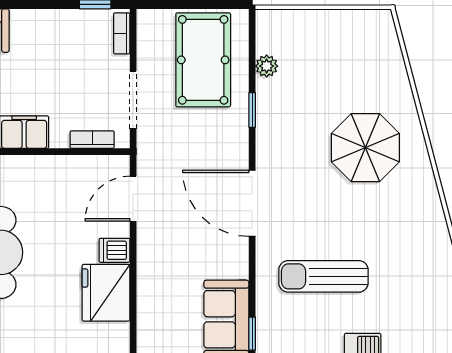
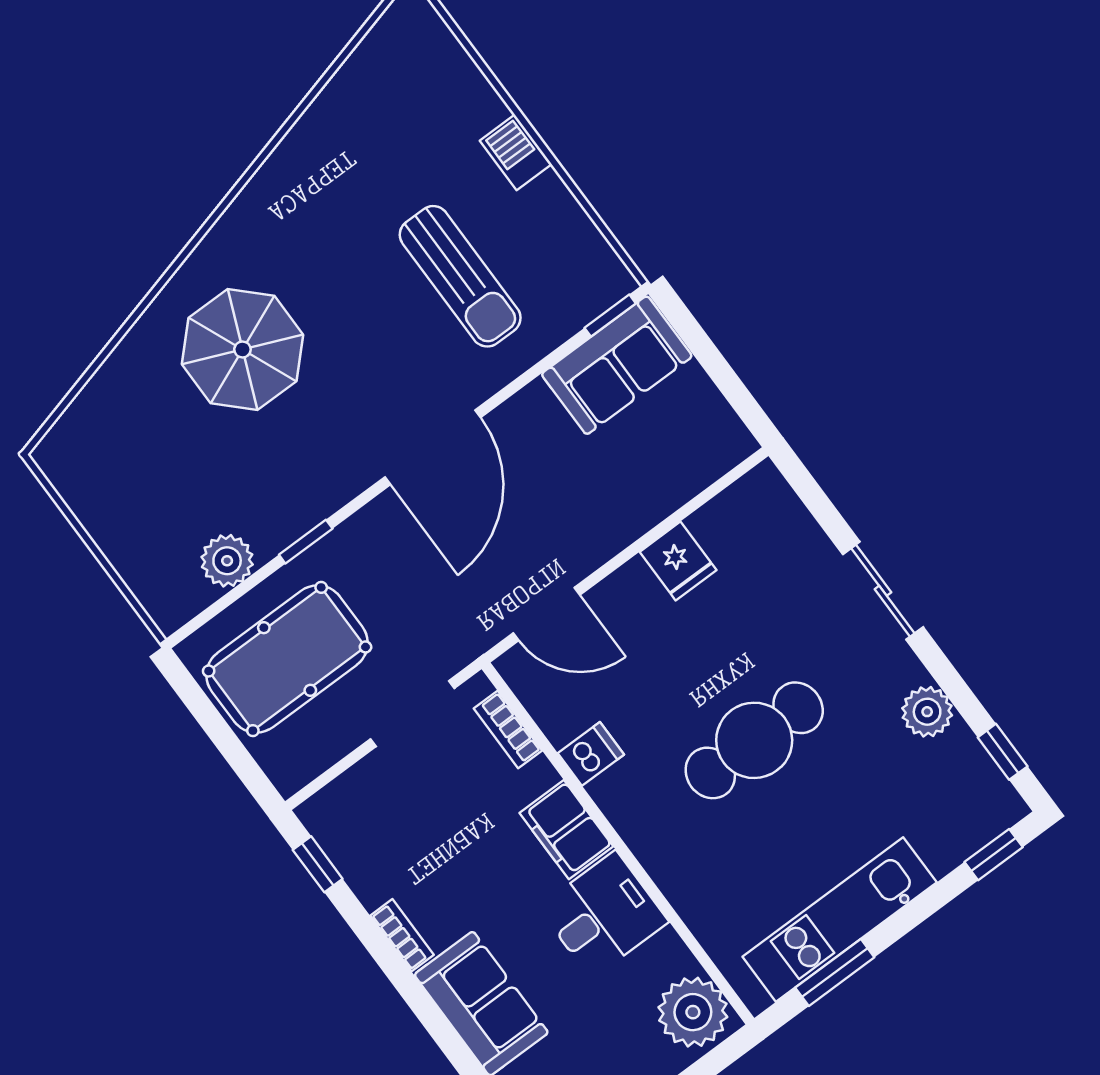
bookcase: (122, 33) -> (402, 935), moved, turned -90
plant: (267, 66) -> (227, 561), width x1.38, depth x1.38
dishwasher: (114, 250) -> (591, 754), moved, turned -90
fridge: (106, 293) -> (678, 561), width x0.53, depth x0.75

